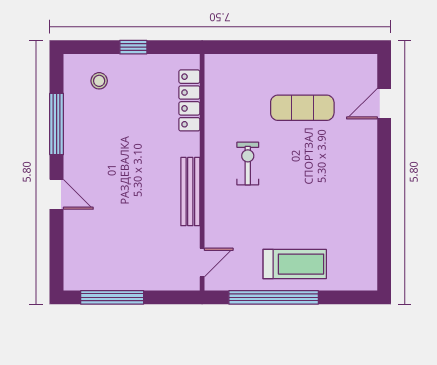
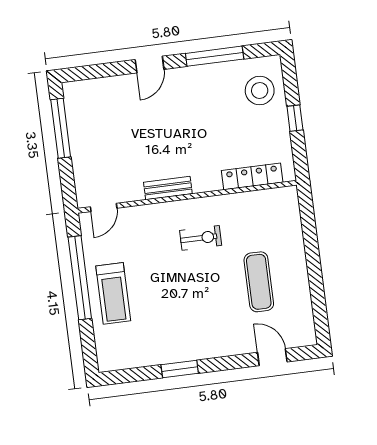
stool: (99, 81) -> (260, 90), width x1.89, depth x1.89
bench: (190, 192) -> (168, 188), width x0.73
window: (384, 204) -> (180, 369), added
door: (202, 263) -> (104, 207), hinge flipped

